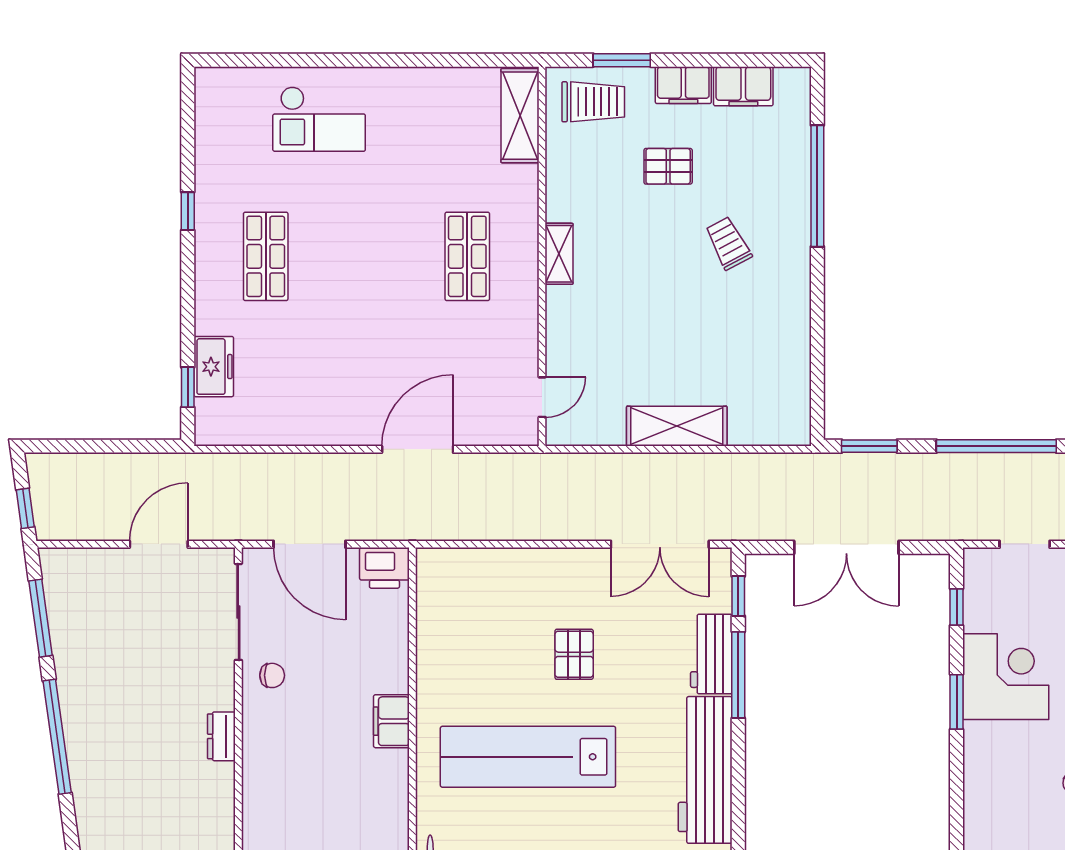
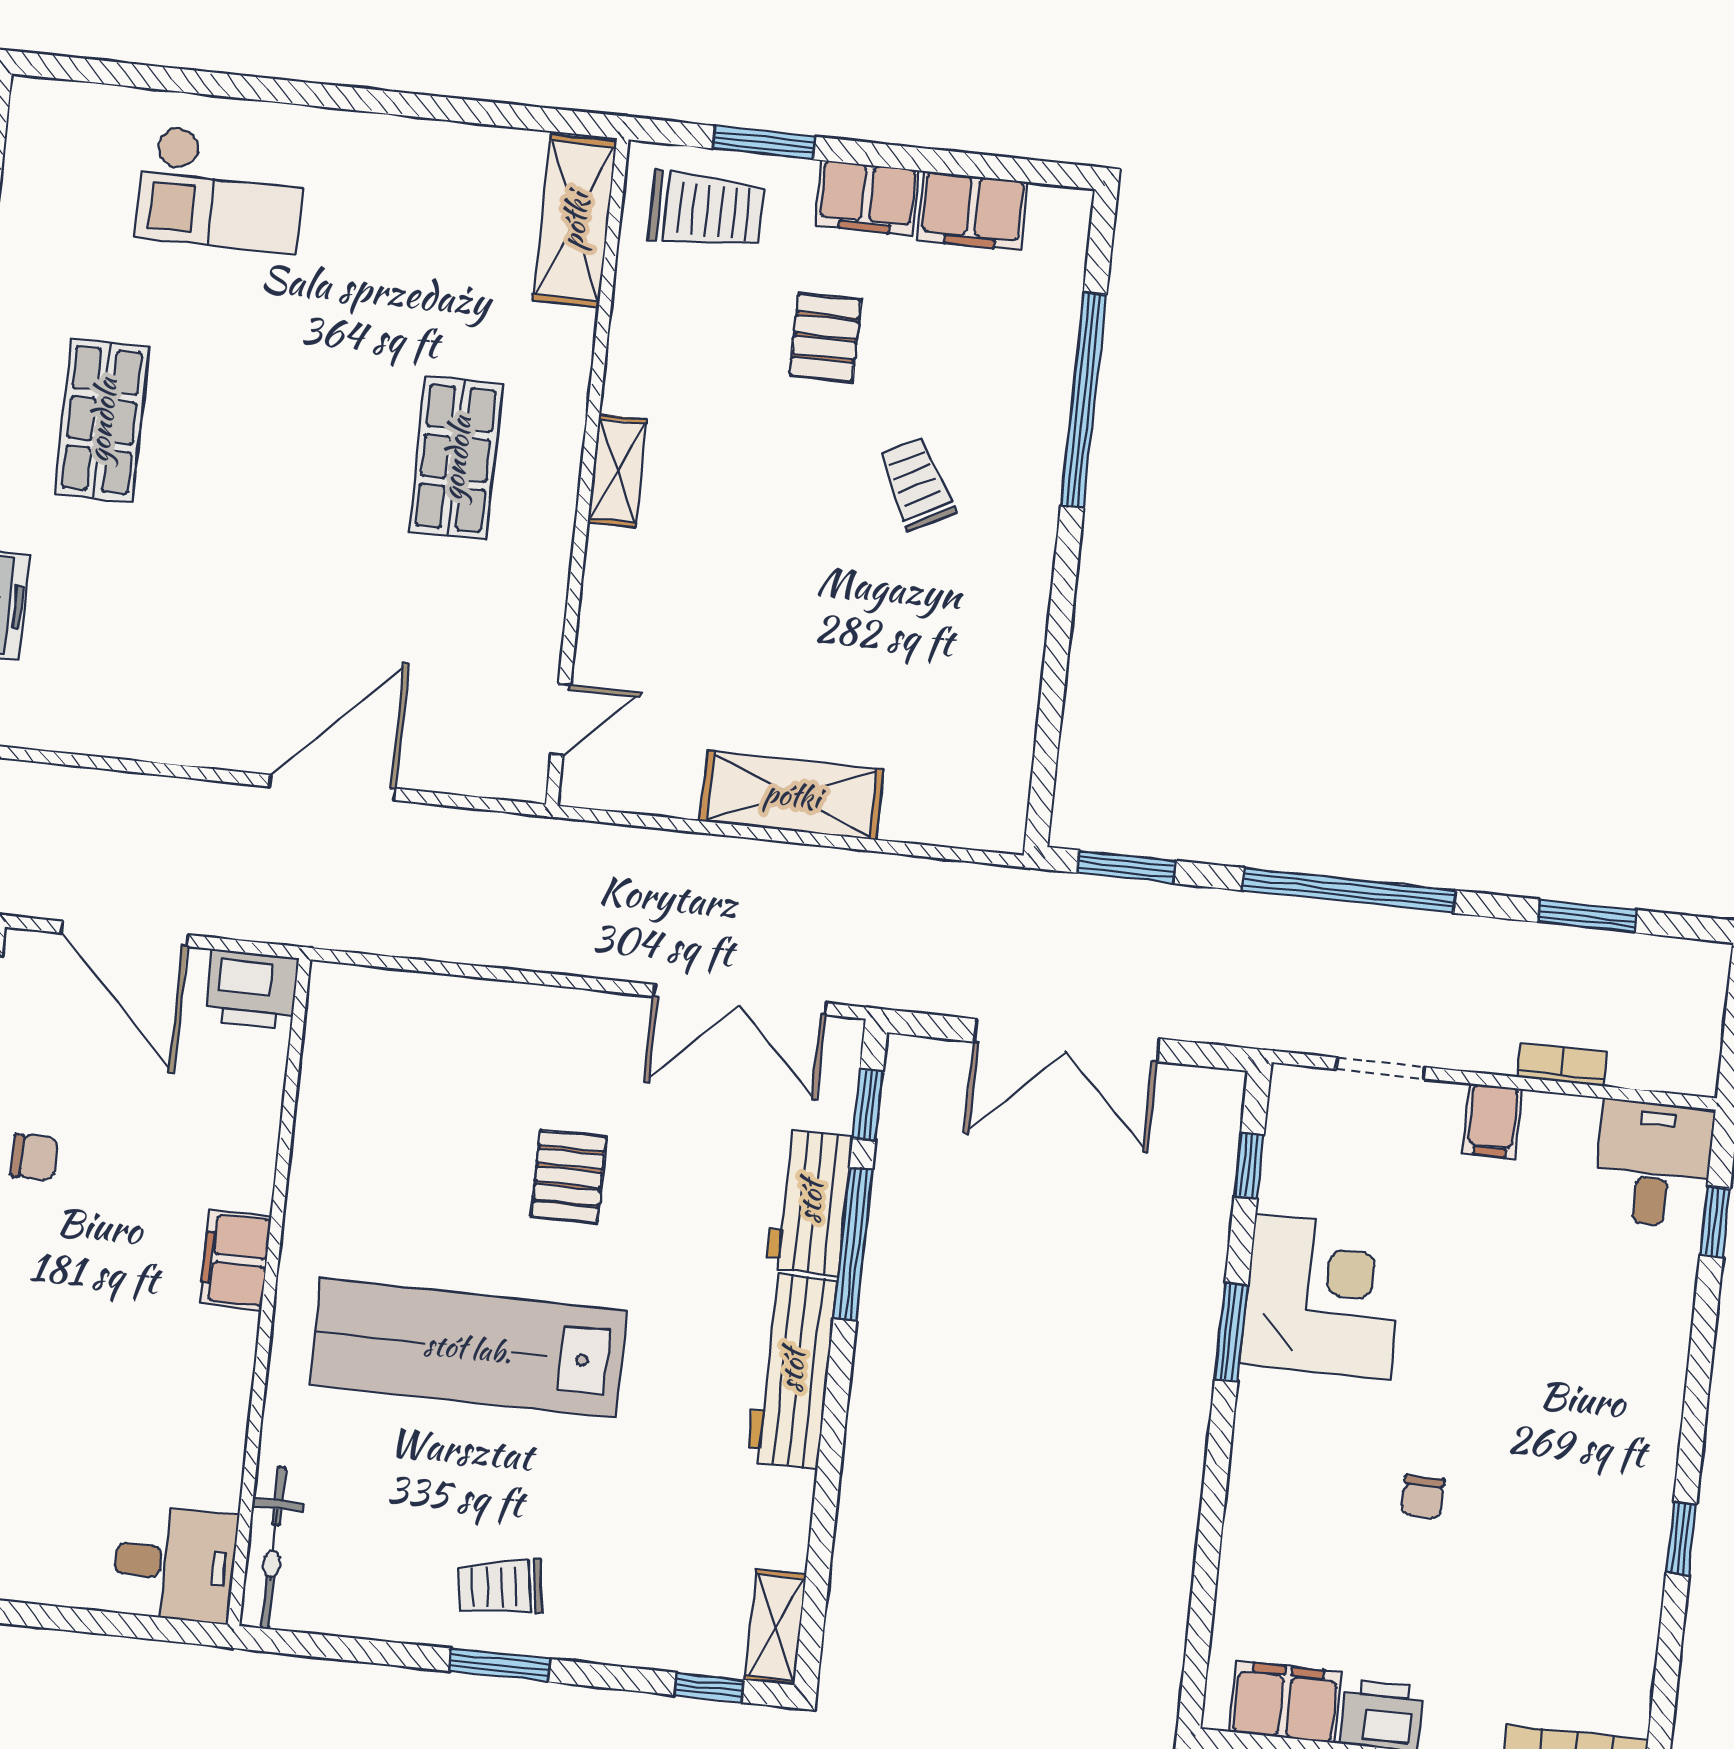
pallet: (668, 166) -> (825, 337), turned 90
workbench: (705, 770) -> (792, 1371), width x0.73, depth x0.76

